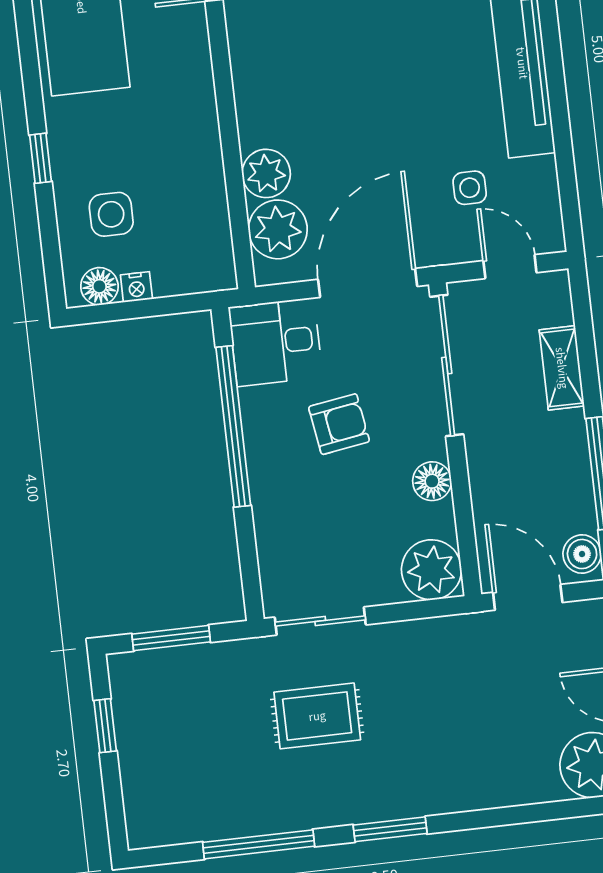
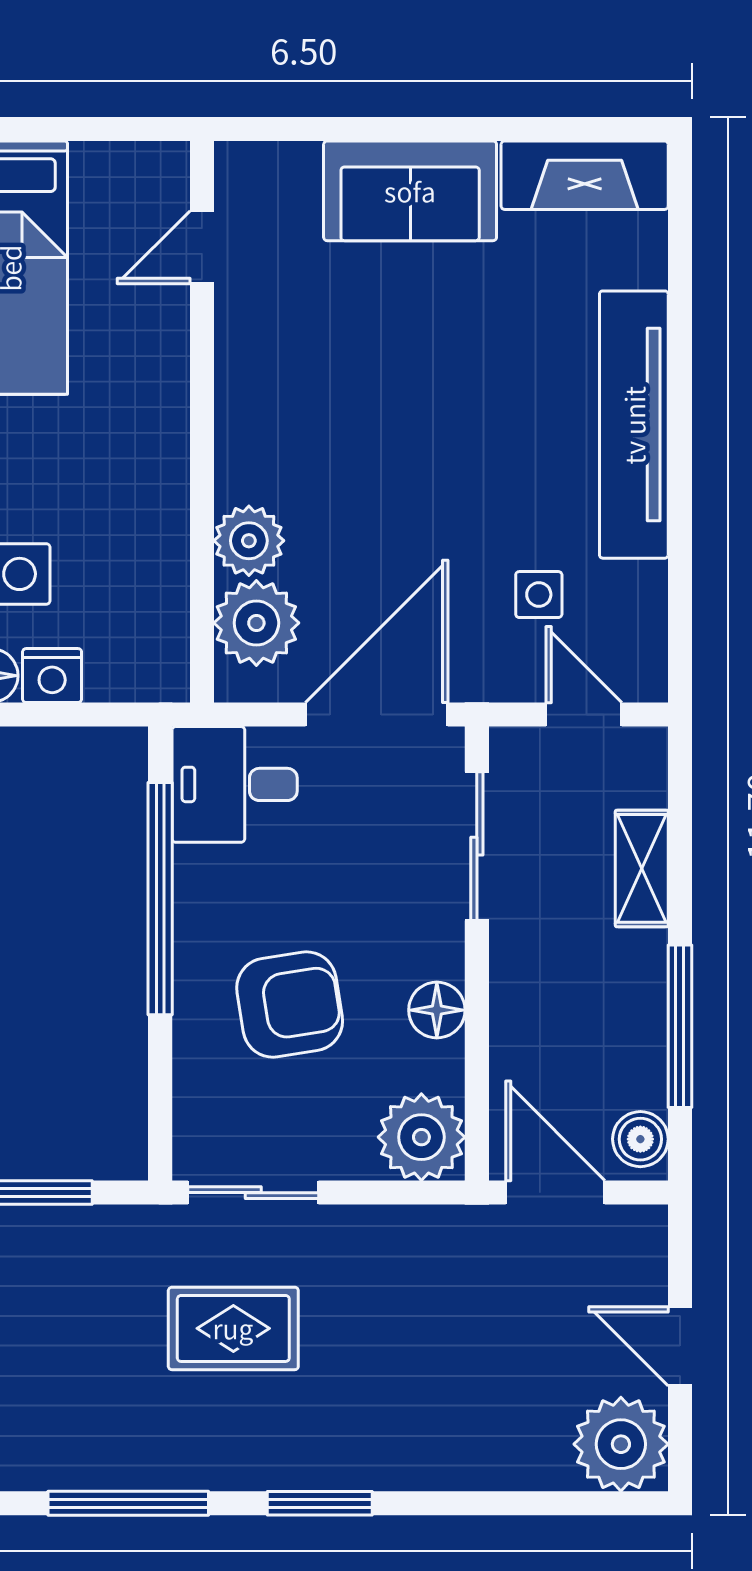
nightstand: (136, 287) -> (52, 676), width x1.39, depth x1.35
sliding door: (447, 365) -> (477, 846), width x0.73
armchair: (339, 424) -> (290, 1004), moved, width x1.38, depth x1.38

